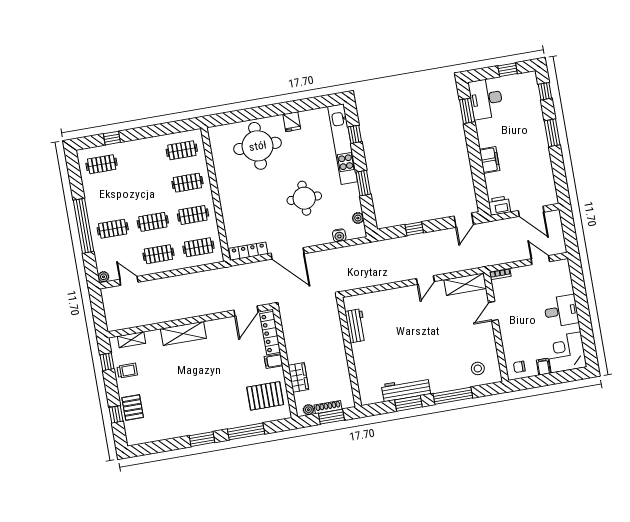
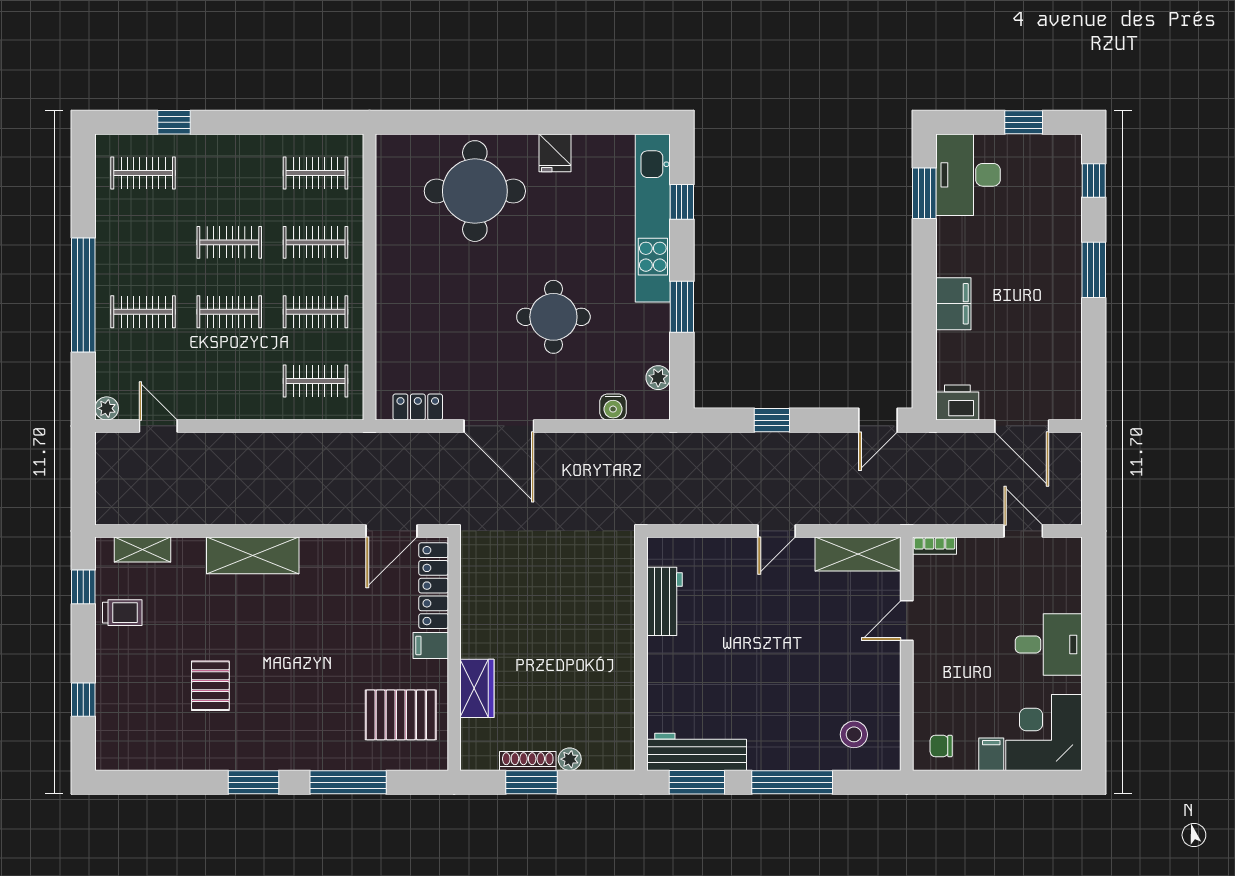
locker: (248, 251) -> (418, 407), width x0.66
clothes rail: (158, 254) -> (229, 242), moved
workbench: (356, 326) -> (665, 601), moved
wall: (349, 352) -> (641, 654), moved
pallet: (133, 408) -> (210, 686), moved
plant: (308, 410) -> (570, 759), moved

